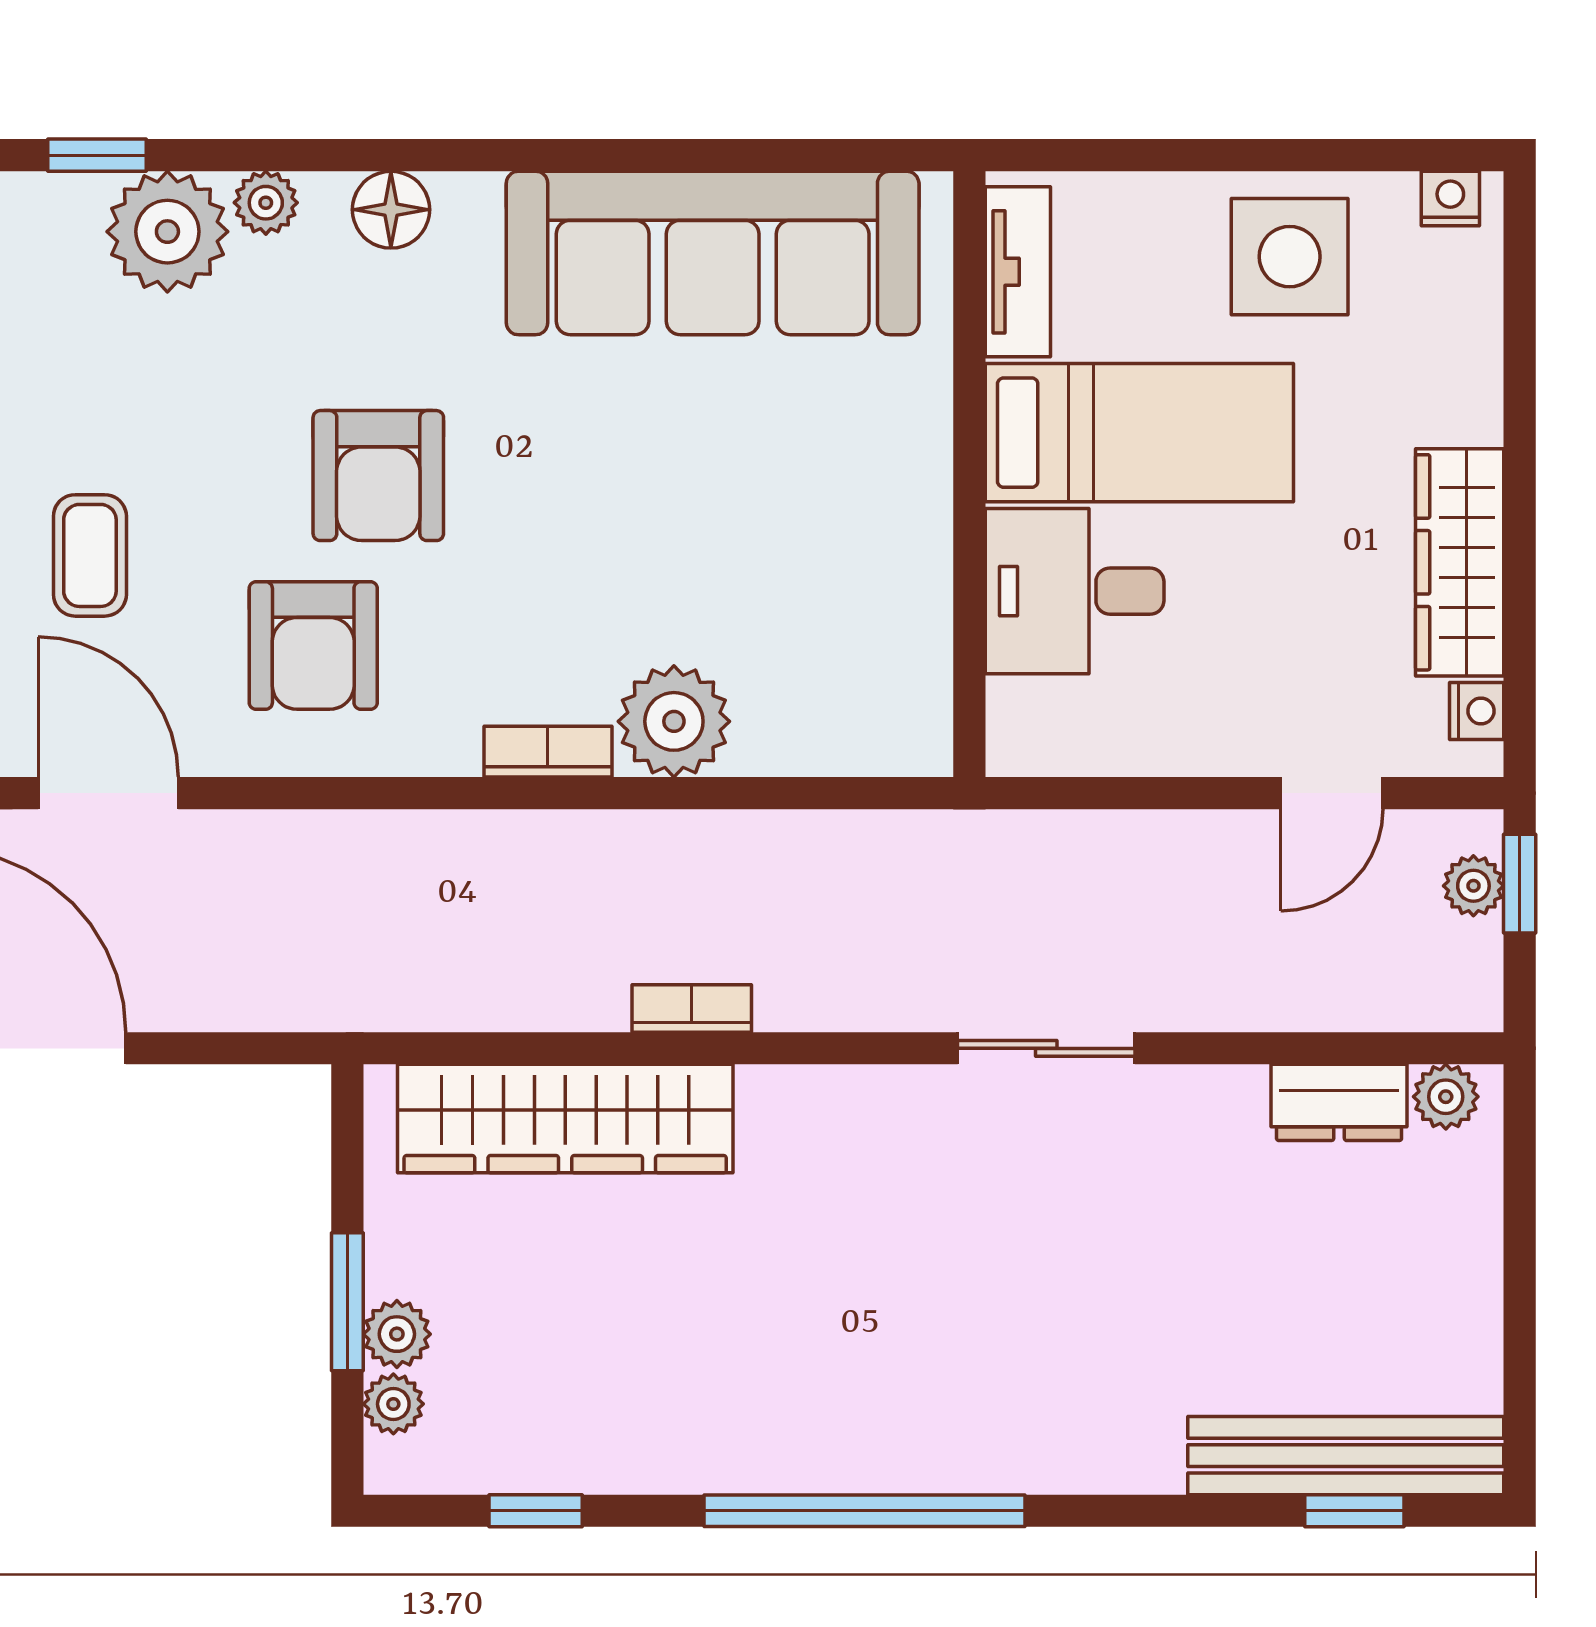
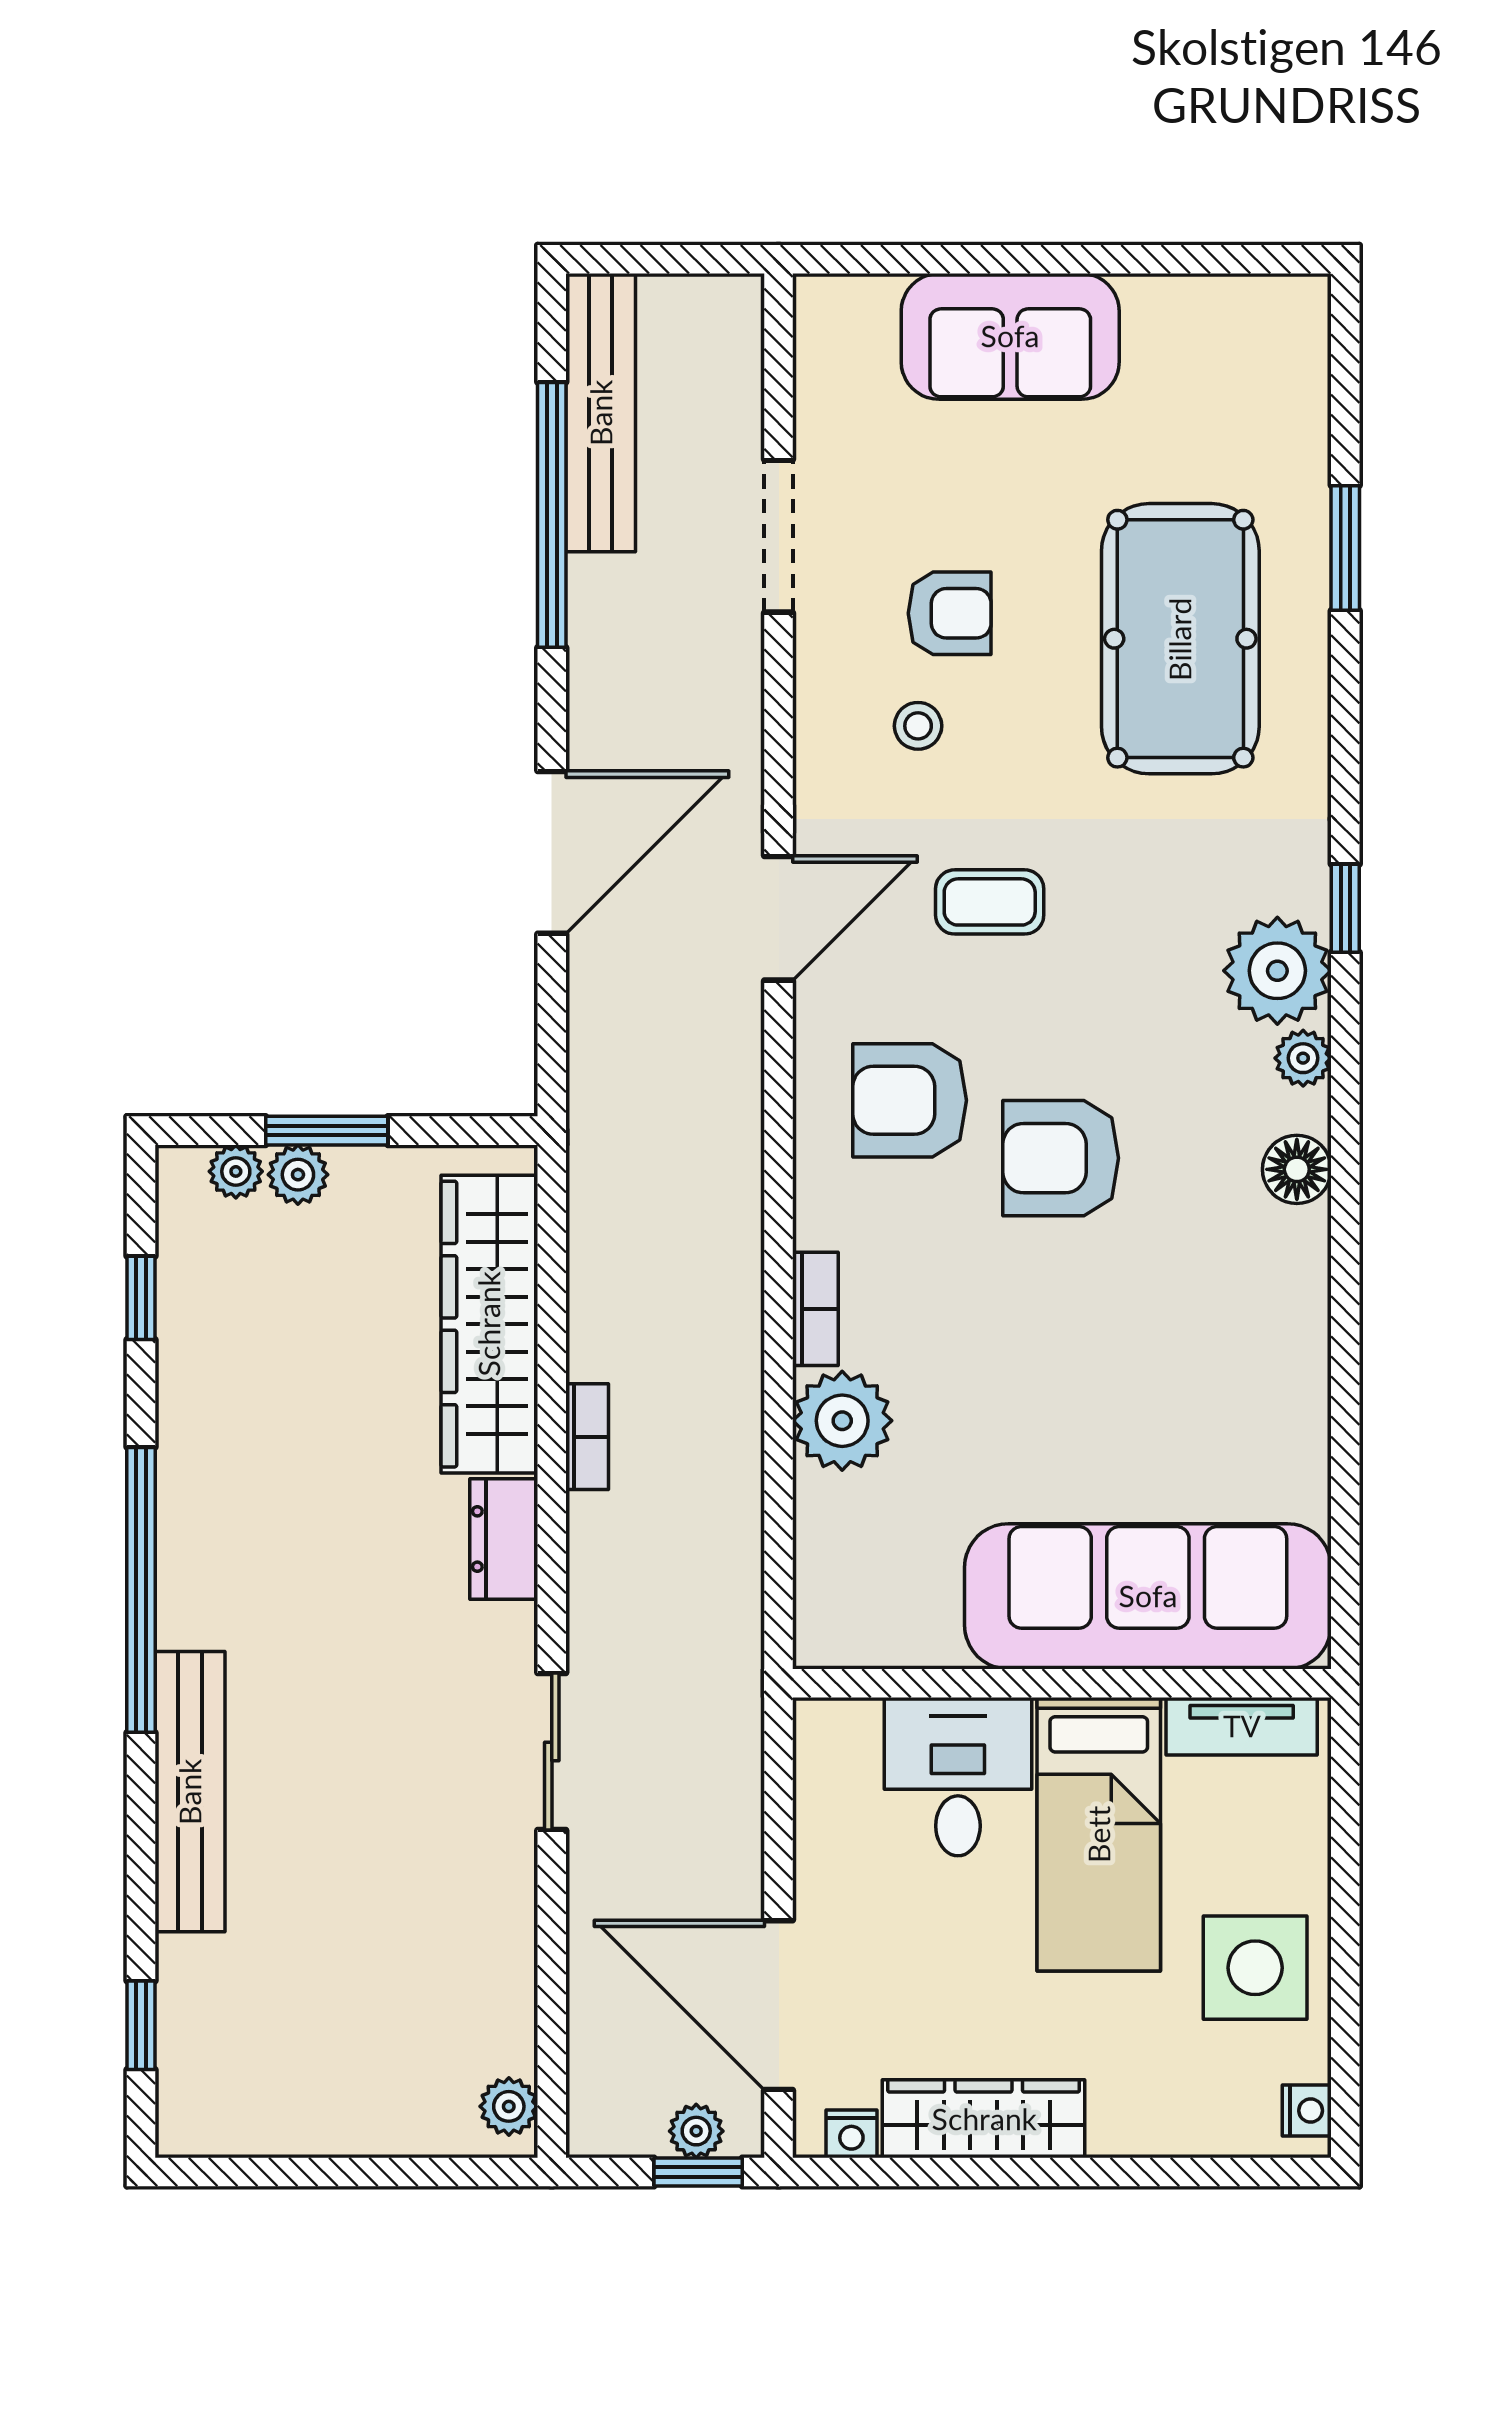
sofa: (713, 253) -> (1148, 1596), moved, turned 90
door: (1332, 793) -> (779, 2005), width x1.87
dresser: (1339, 1102) -> (504, 1539), moved
bench: (1346, 1456) -> (190, 1792), moved

